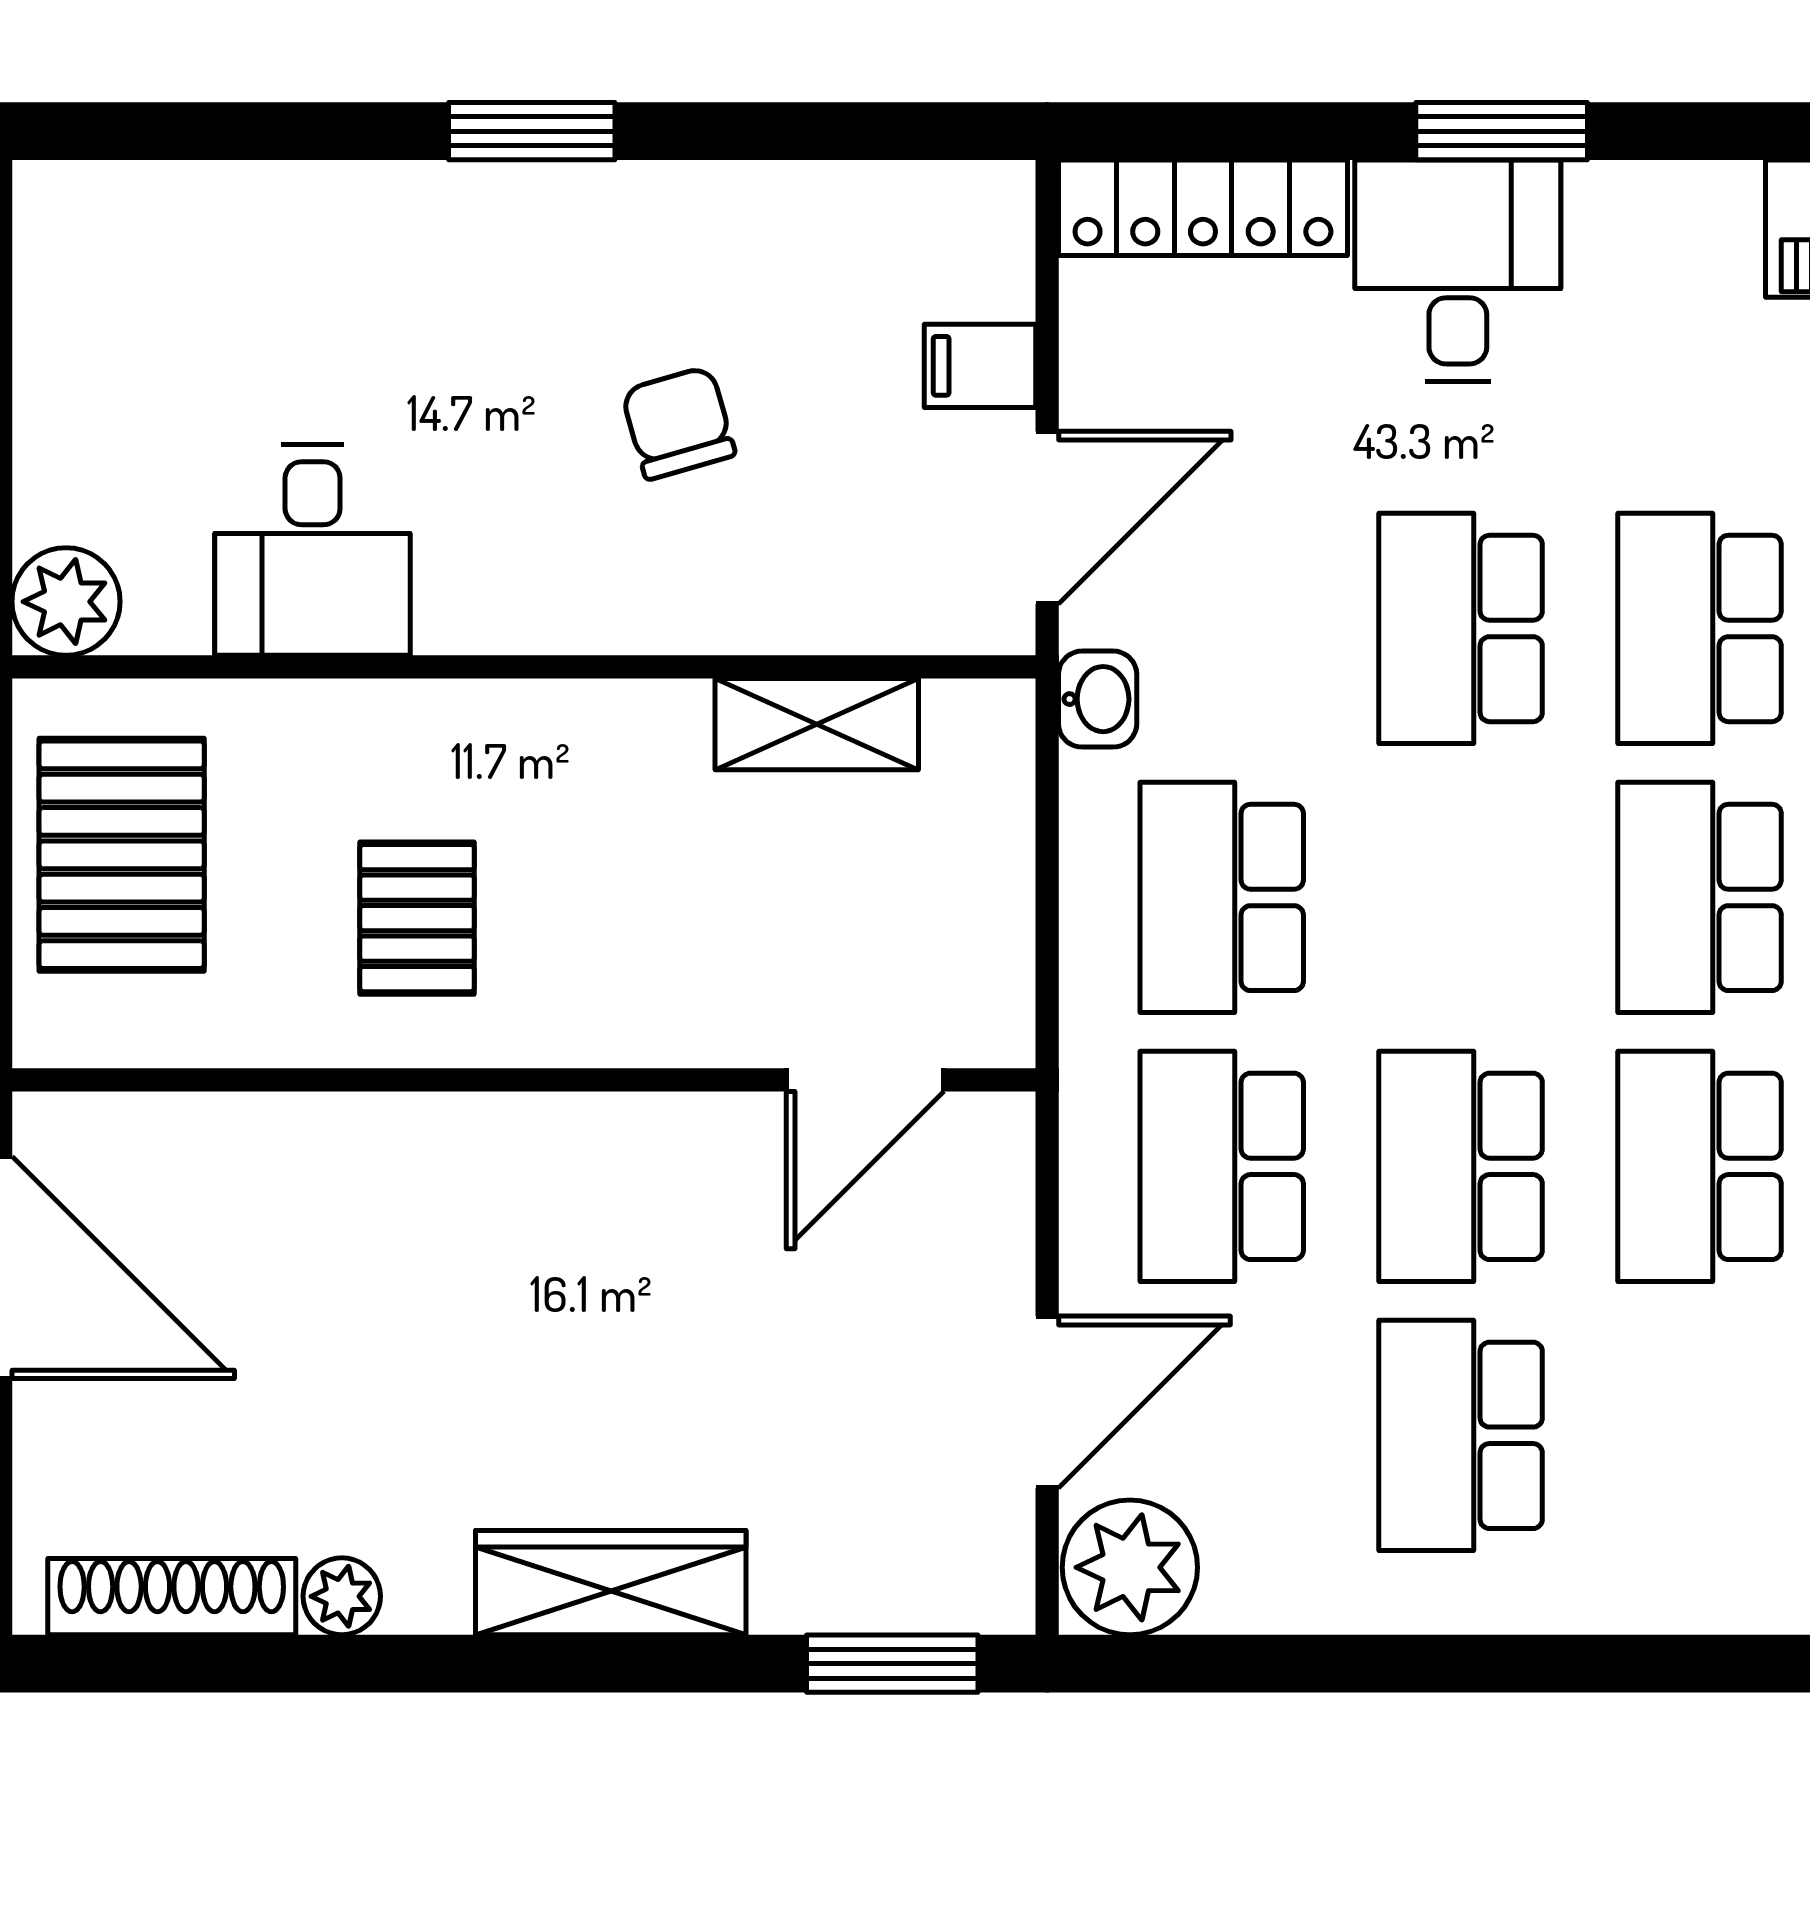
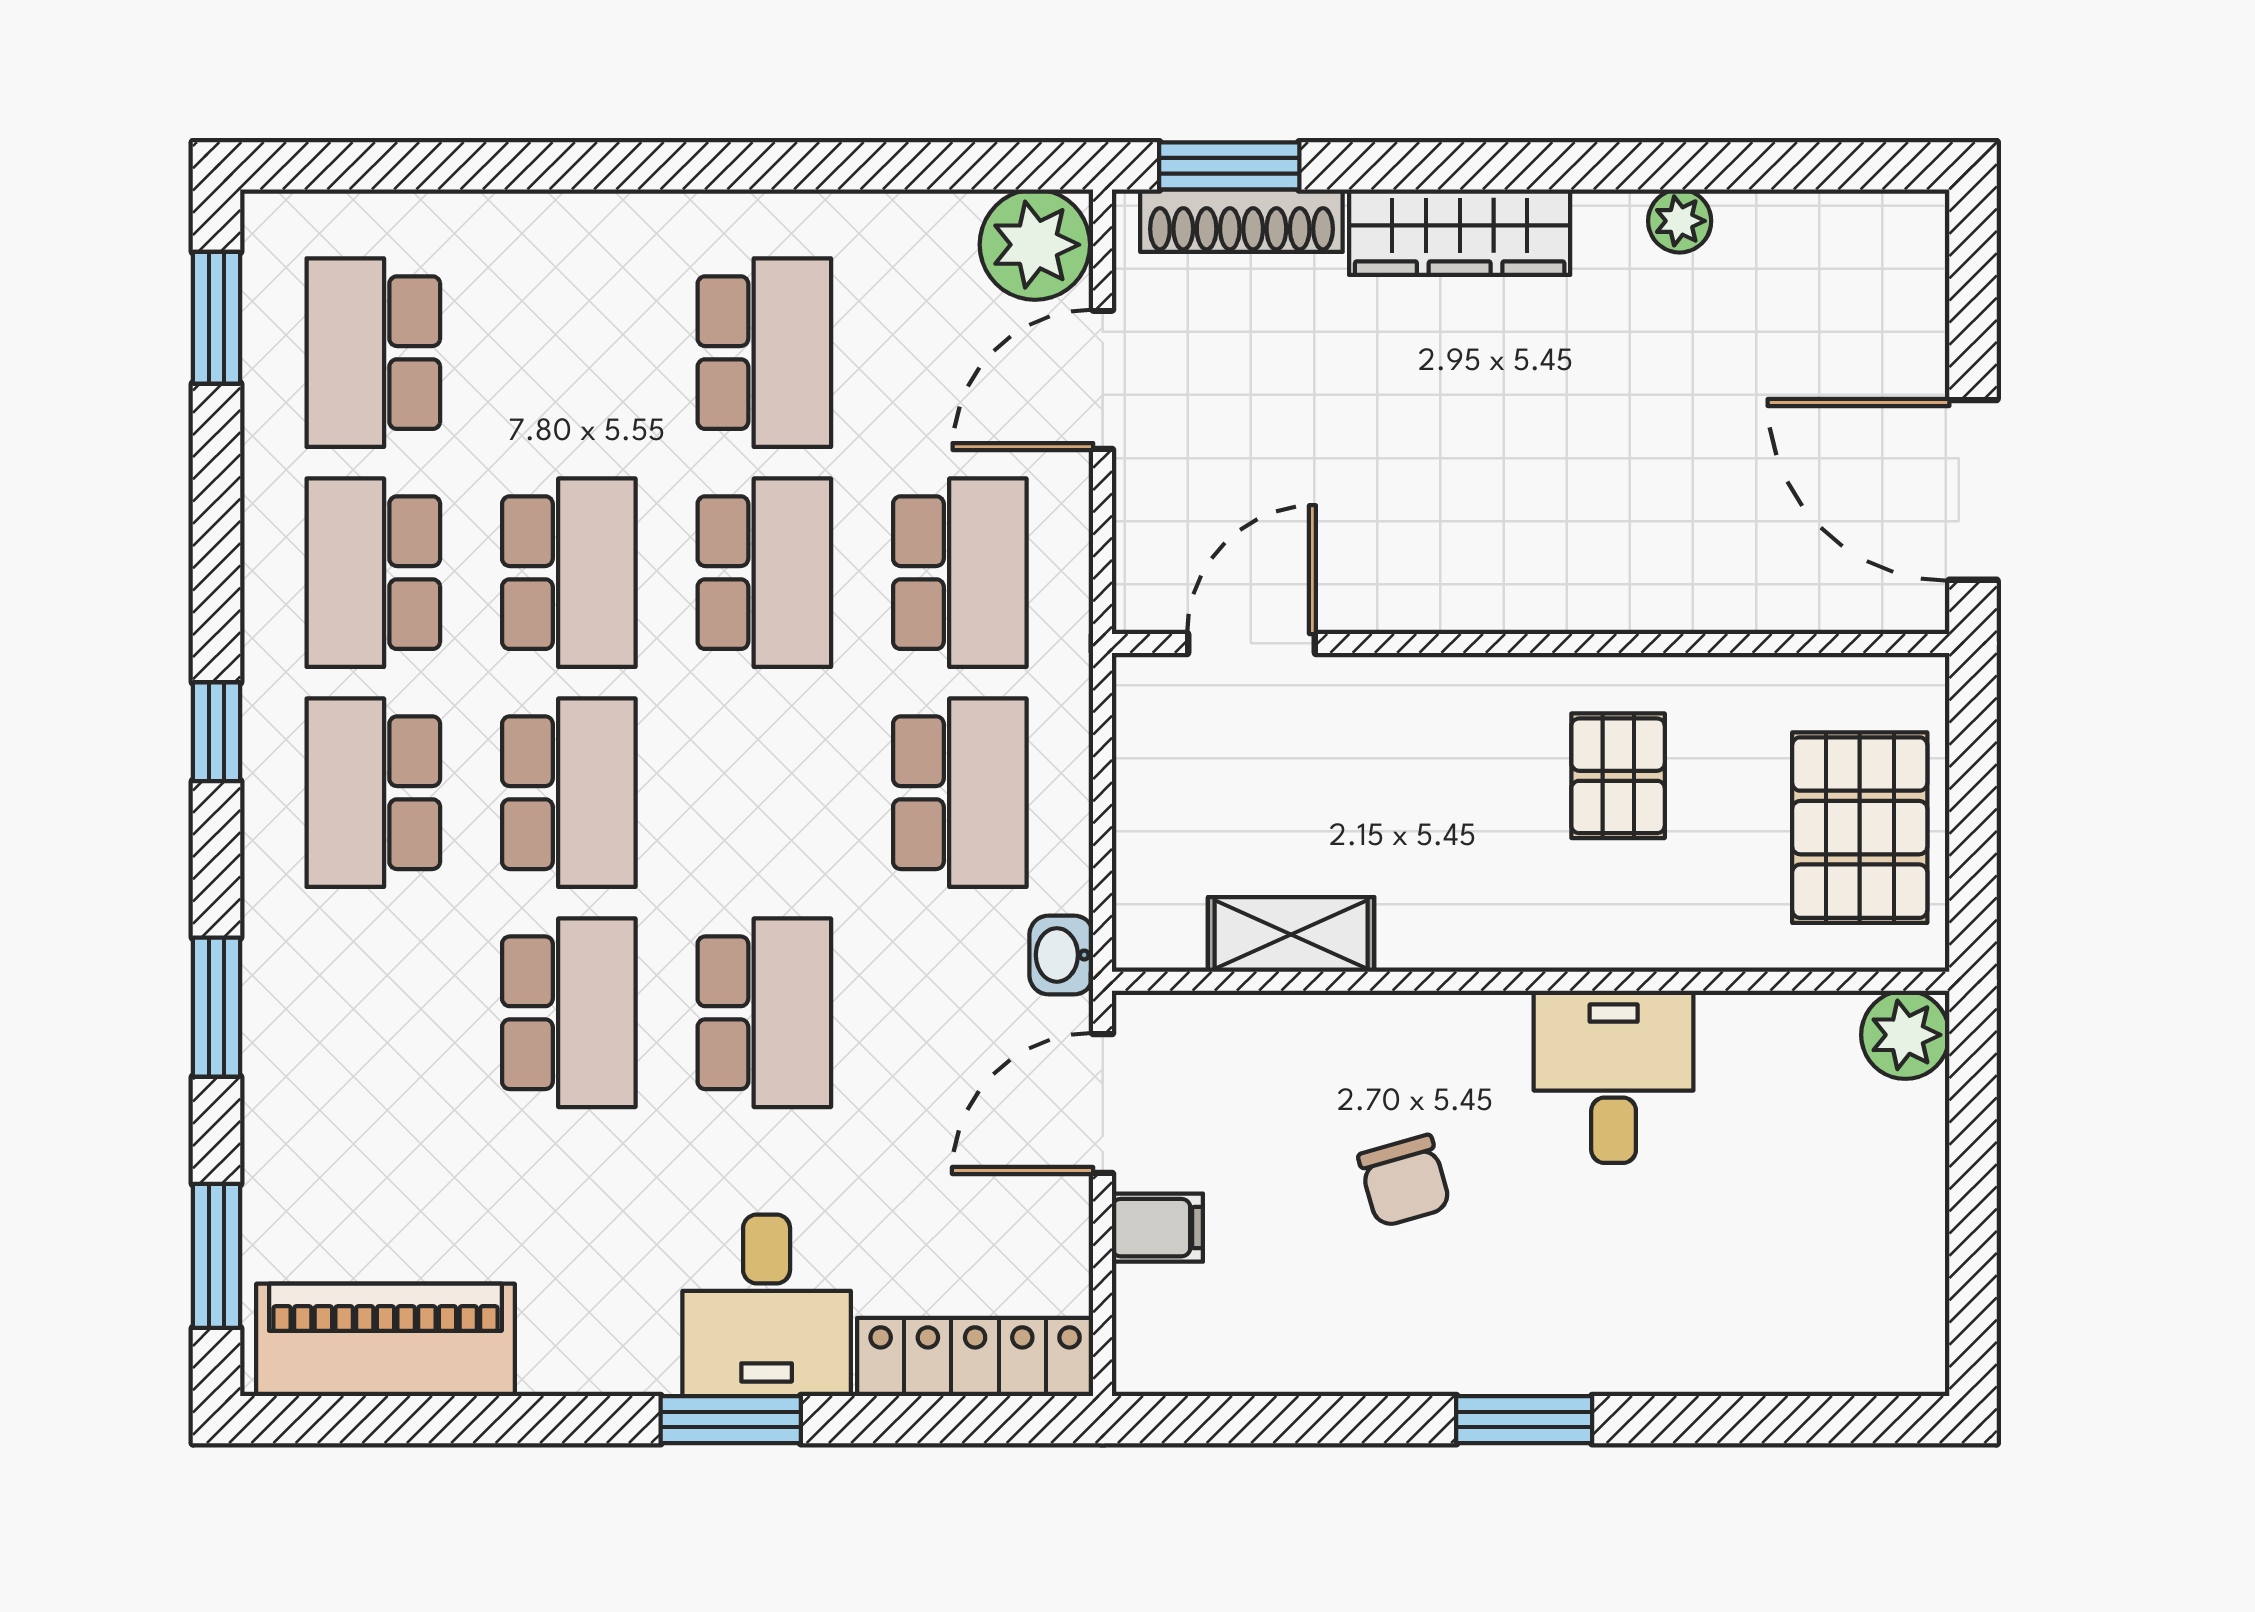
desk: (313, 550) -> (1614, 1077), moved
shoe rack: (172, 1597) -> (1241, 221), moved

